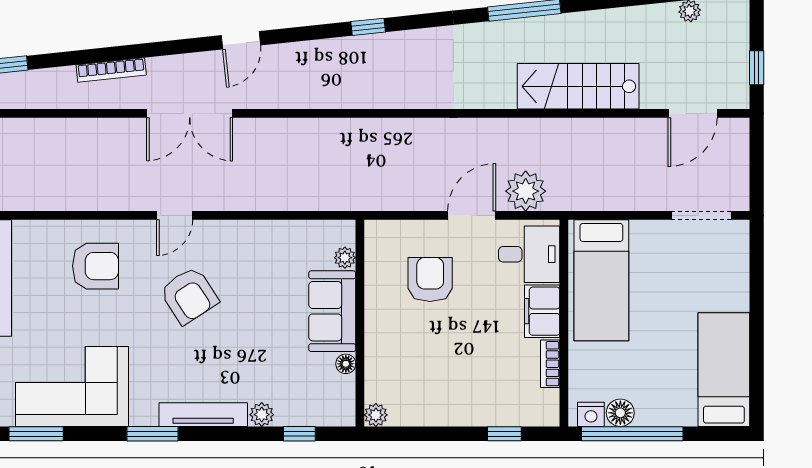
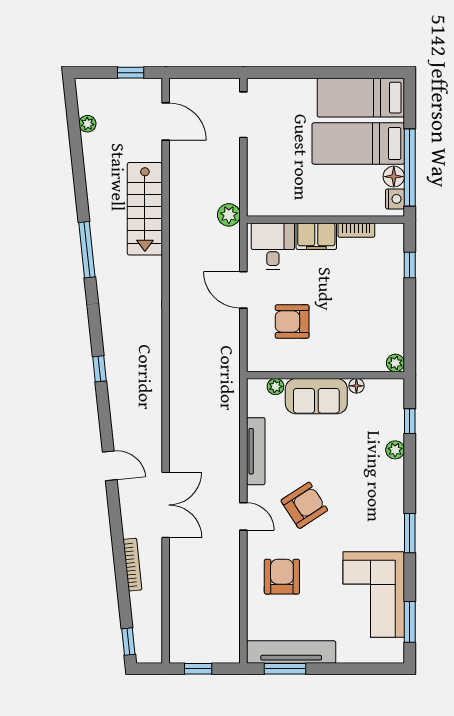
plant: (526, 191) -> (229, 215), moved, width x0.73, depth x0.73
bed: (601, 280) -> (358, 143), moved, turned 180
tv unit: (203, 415) -> (256, 451), moved, turned 180

